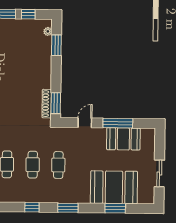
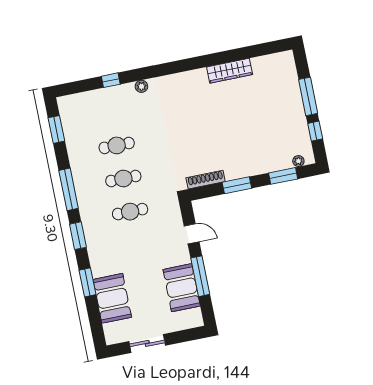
window: (56, 103) -> (237, 185), moved
booth: (114, 187) -> (112, 298), width x0.73, depth x0.70
window: (32, 207) -> (69, 189), width x2.17
window: (115, 208) -> (87, 282), moved

